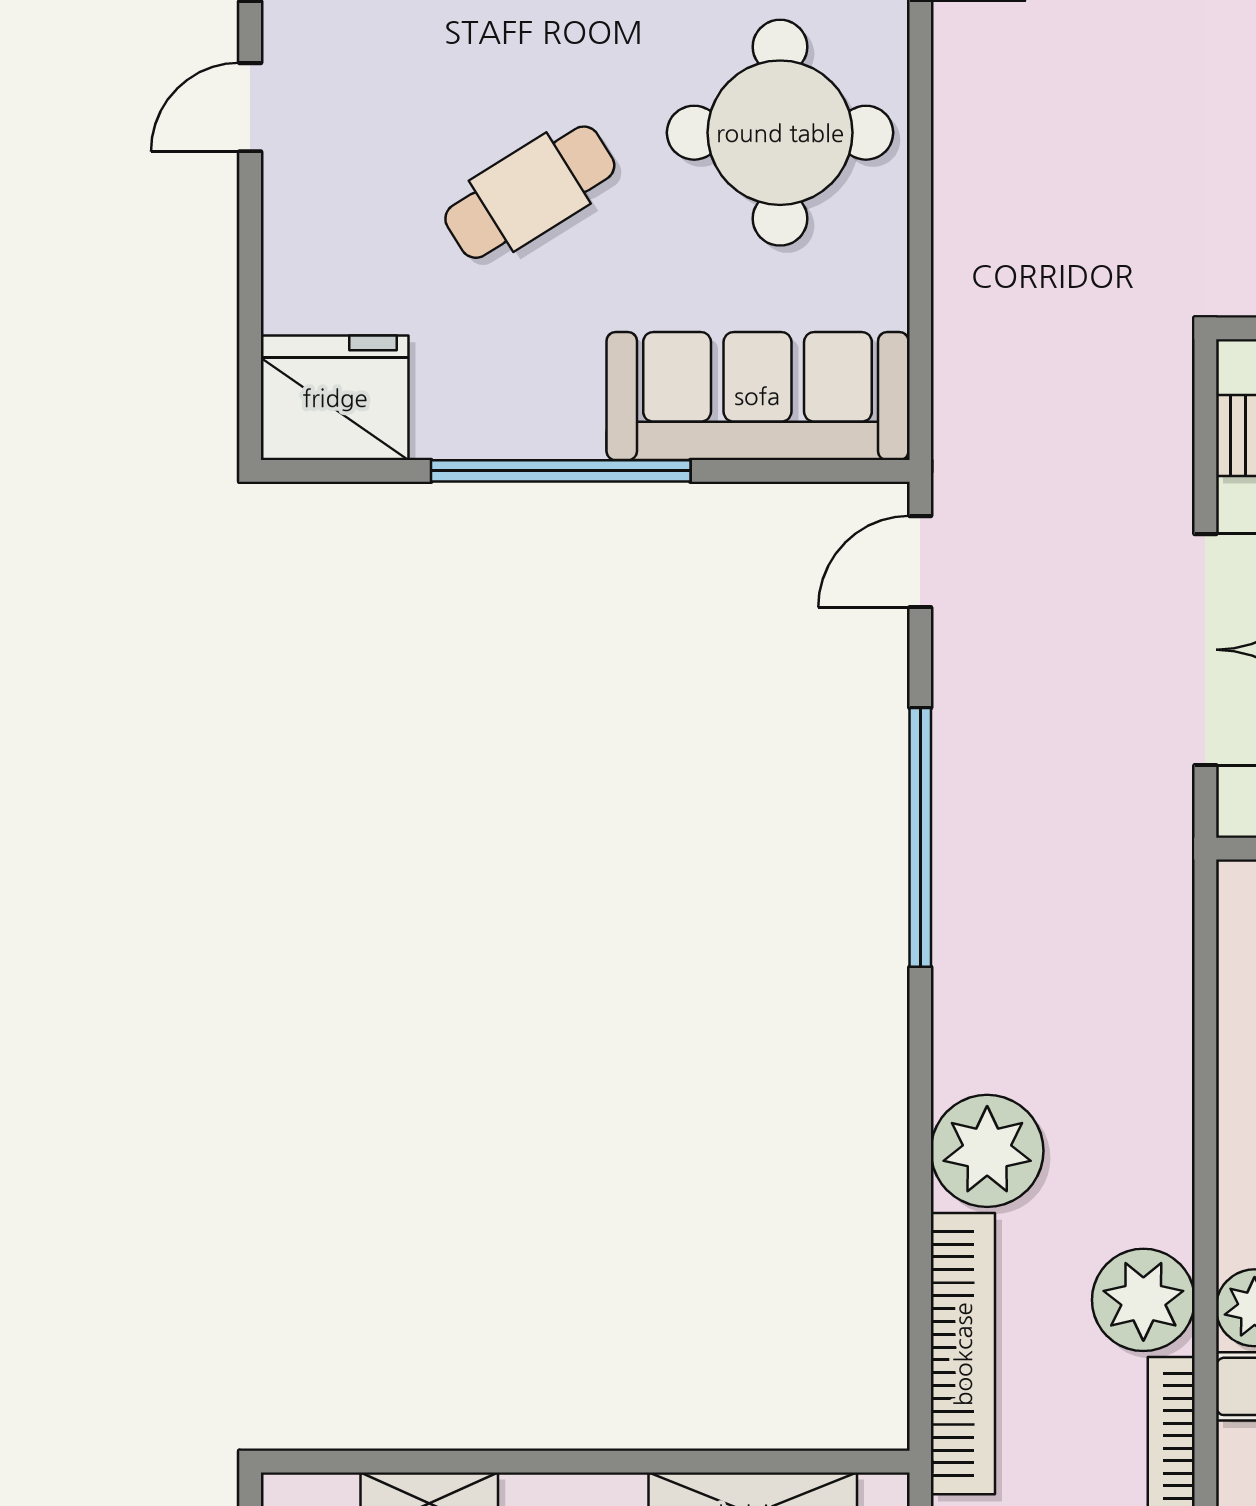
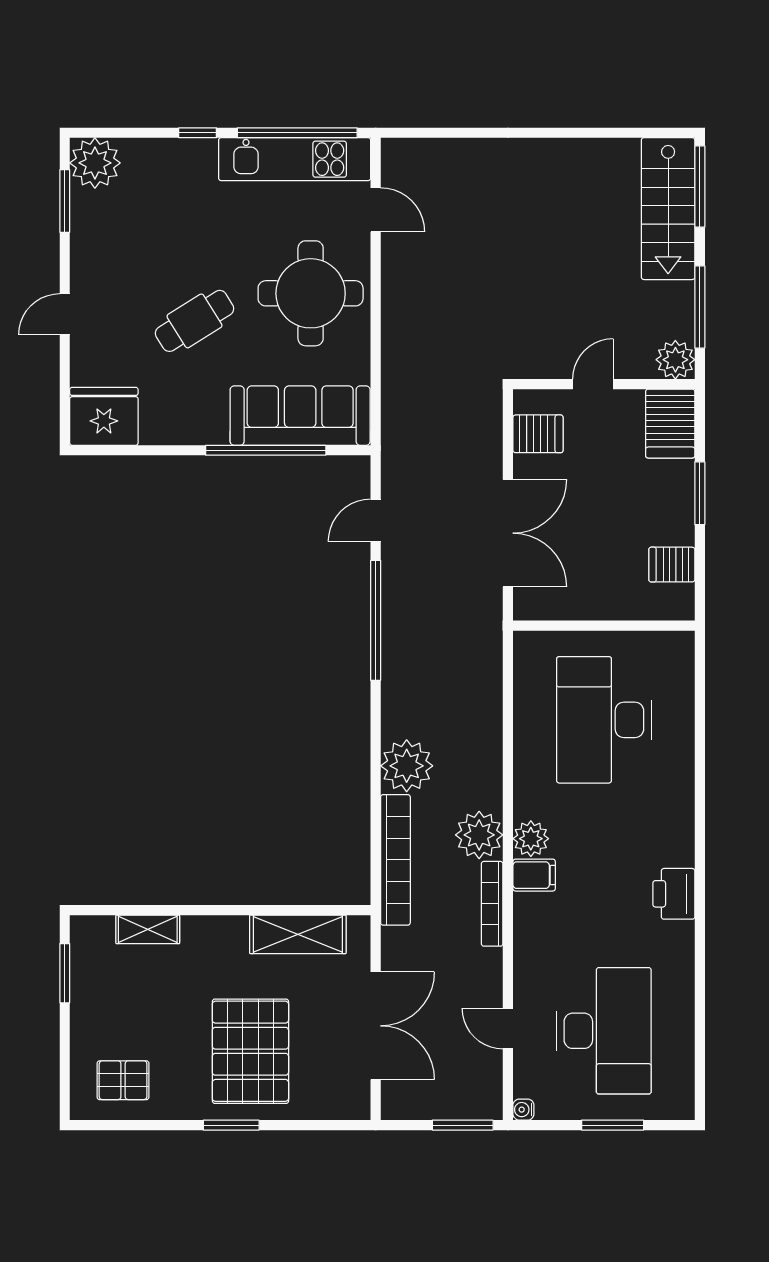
door: (250, 107) -> (65, 314), moved
window: (561, 471) -> (266, 450), moved
door: (920, 562) -> (376, 520), moved

